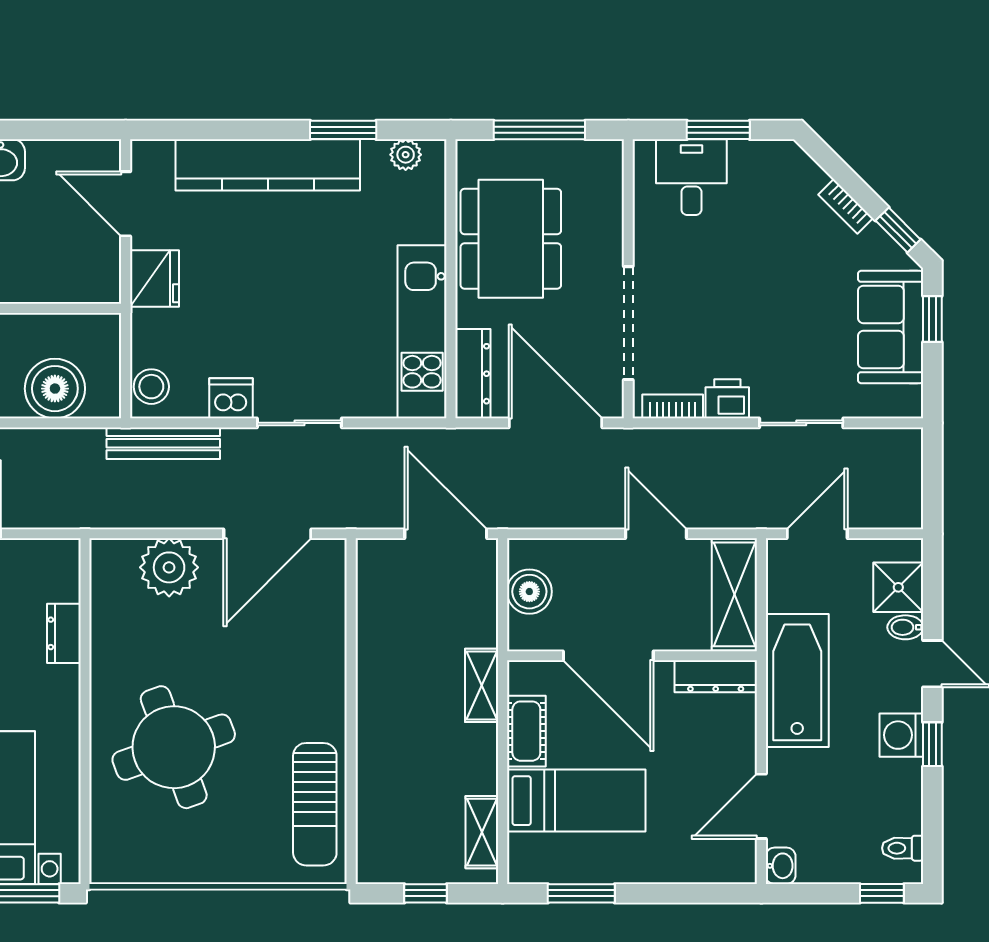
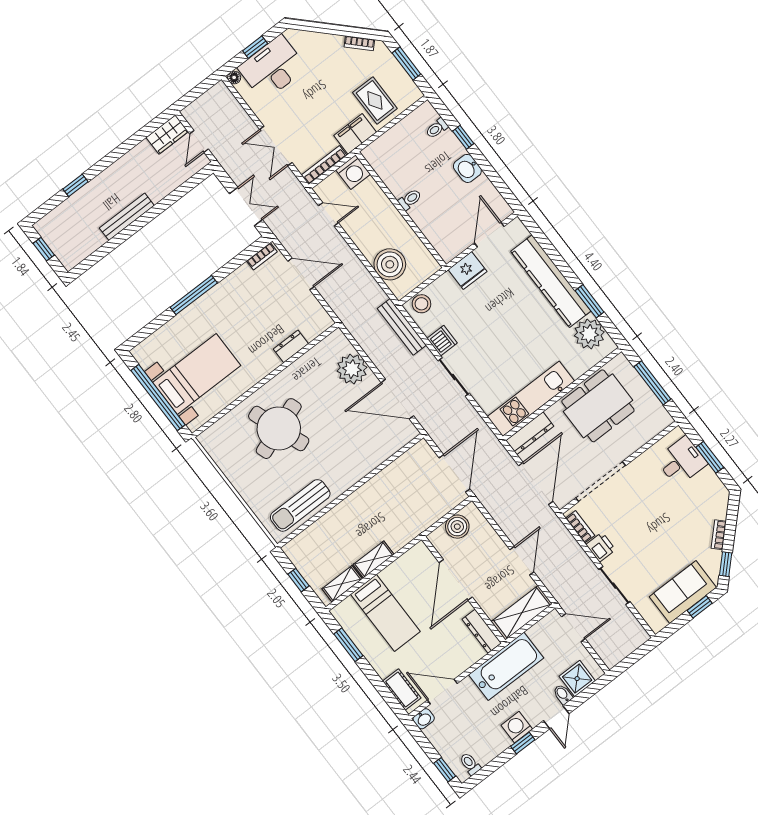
plant: (406, 155) -> (589, 334), width x1.87, depth x1.87
shelving: (482, 685) -> (374, 559), moved
cot: (526, 731) -> (402, 690), moved, turned 90

